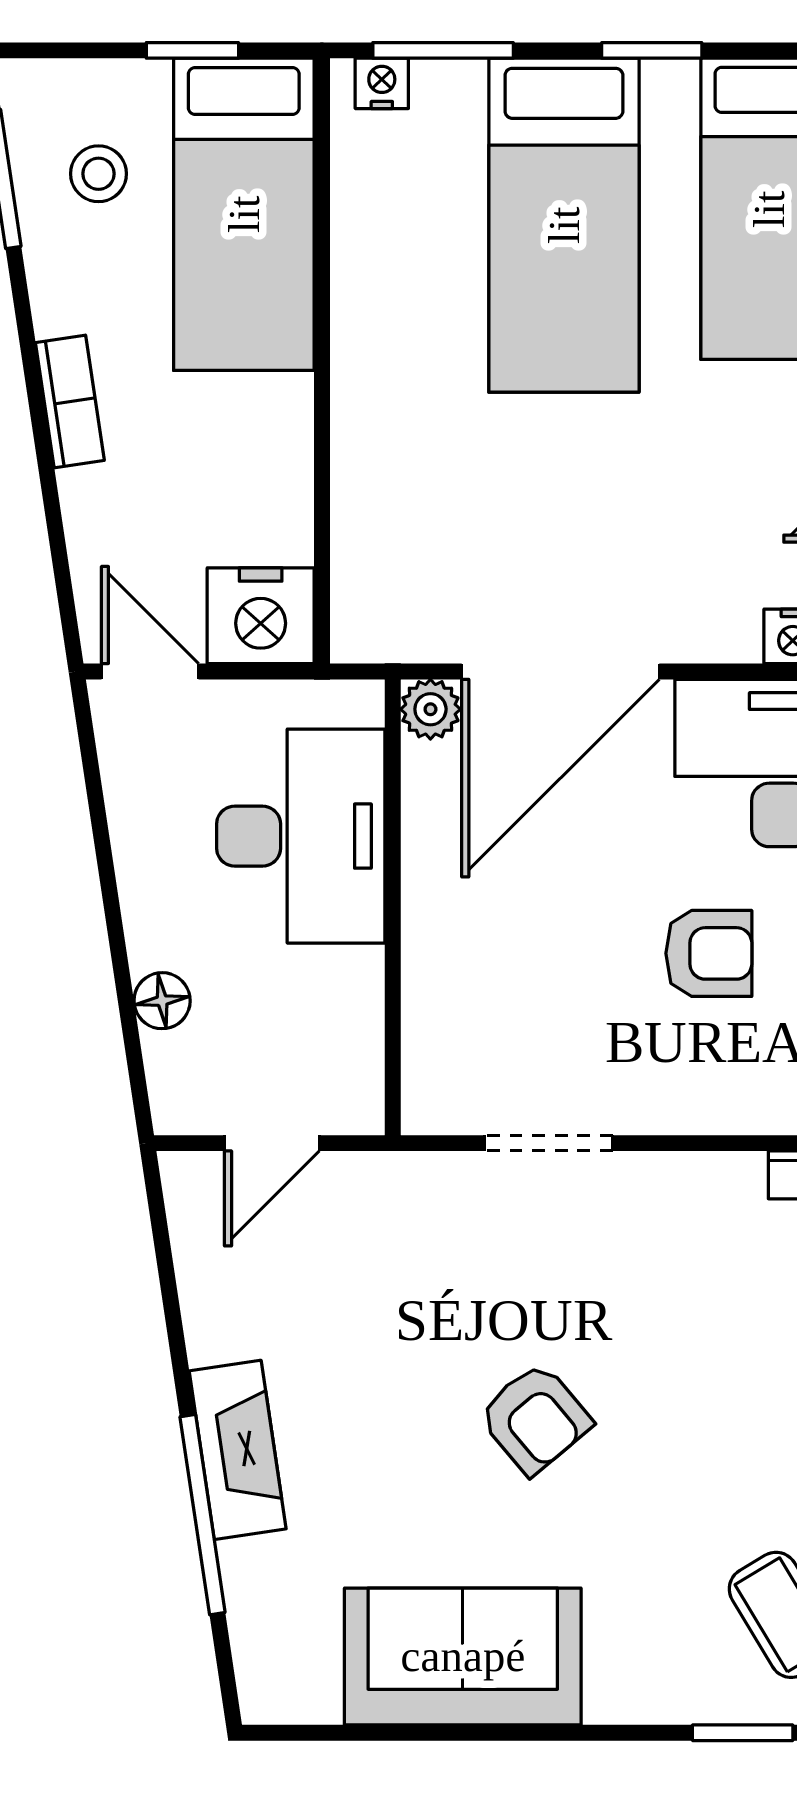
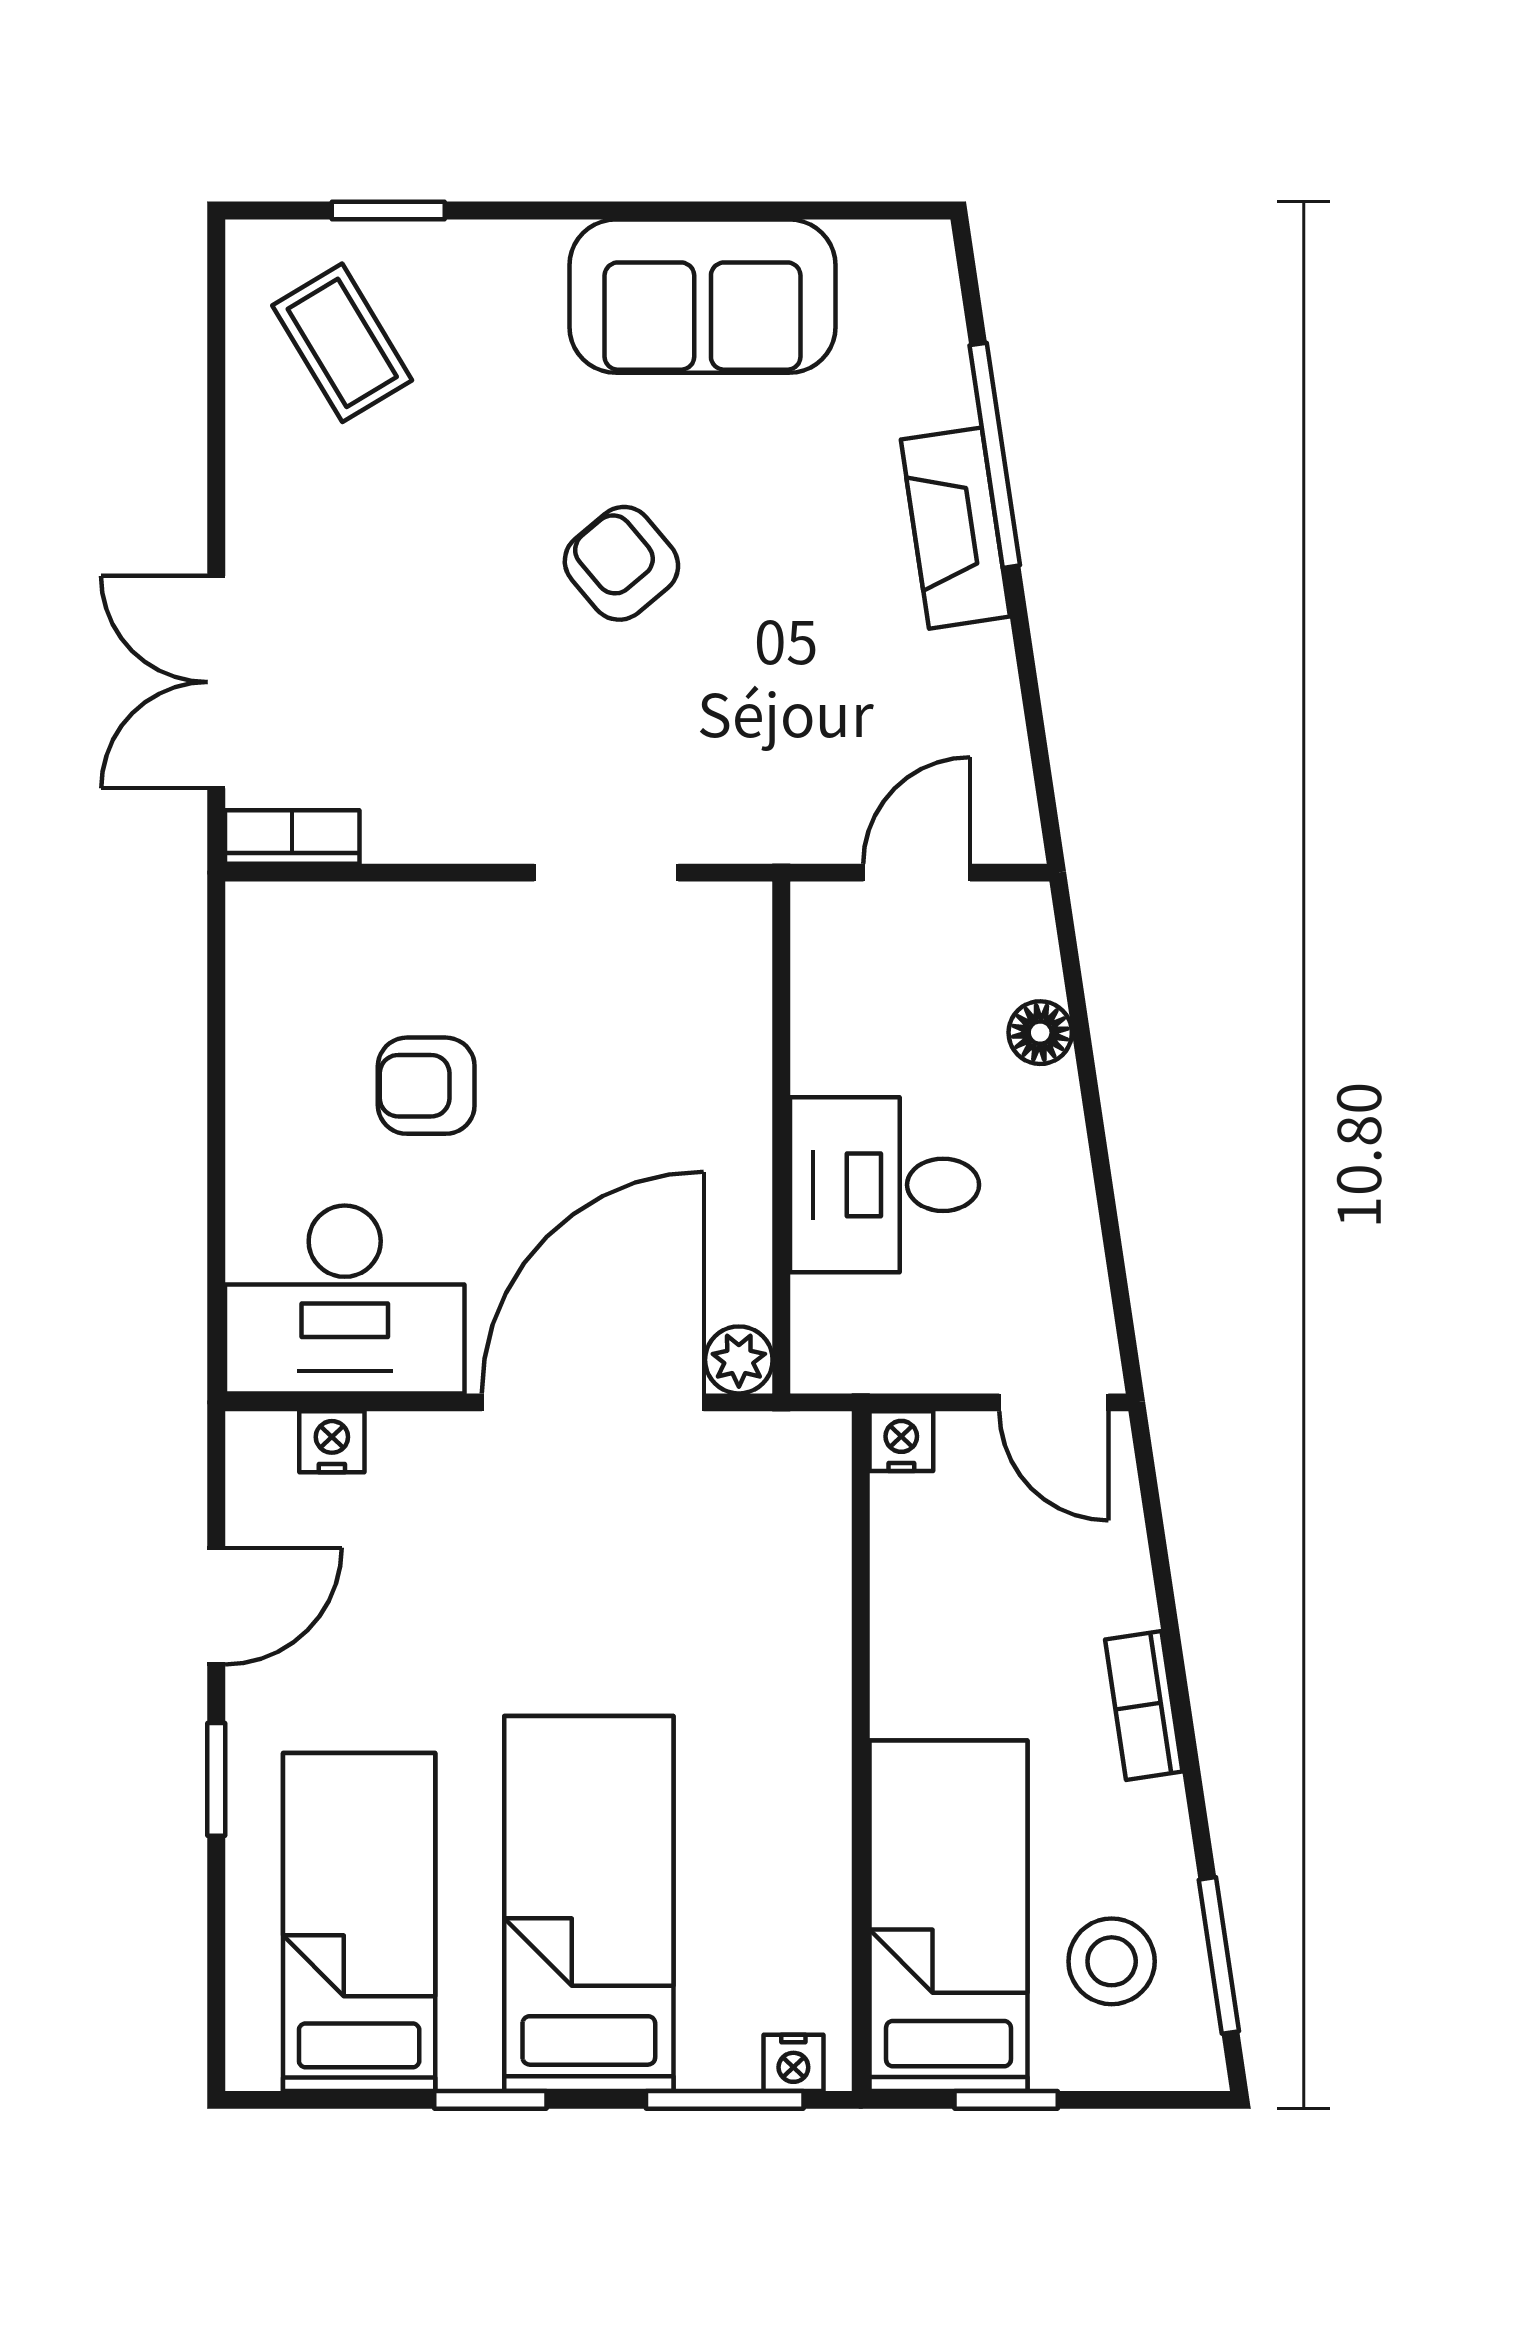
stool: (99, 174) -> (1112, 1961), width x1.37, depth x1.37
nightstand: (261, 616) -> (901, 1441), width x0.53, depth x0.56
desk: (301, 836) -> (885, 1185), width x0.73

